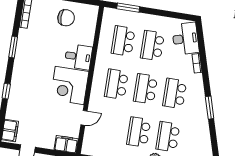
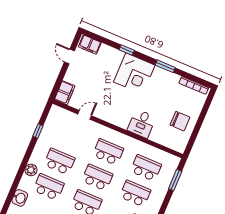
chair: (66, 18) -> (180, 121), turned -90
corner desk: (70, 85) -> (134, 74), moved, turned 180
door: (84, 118) -> (85, 115), swing flipped

